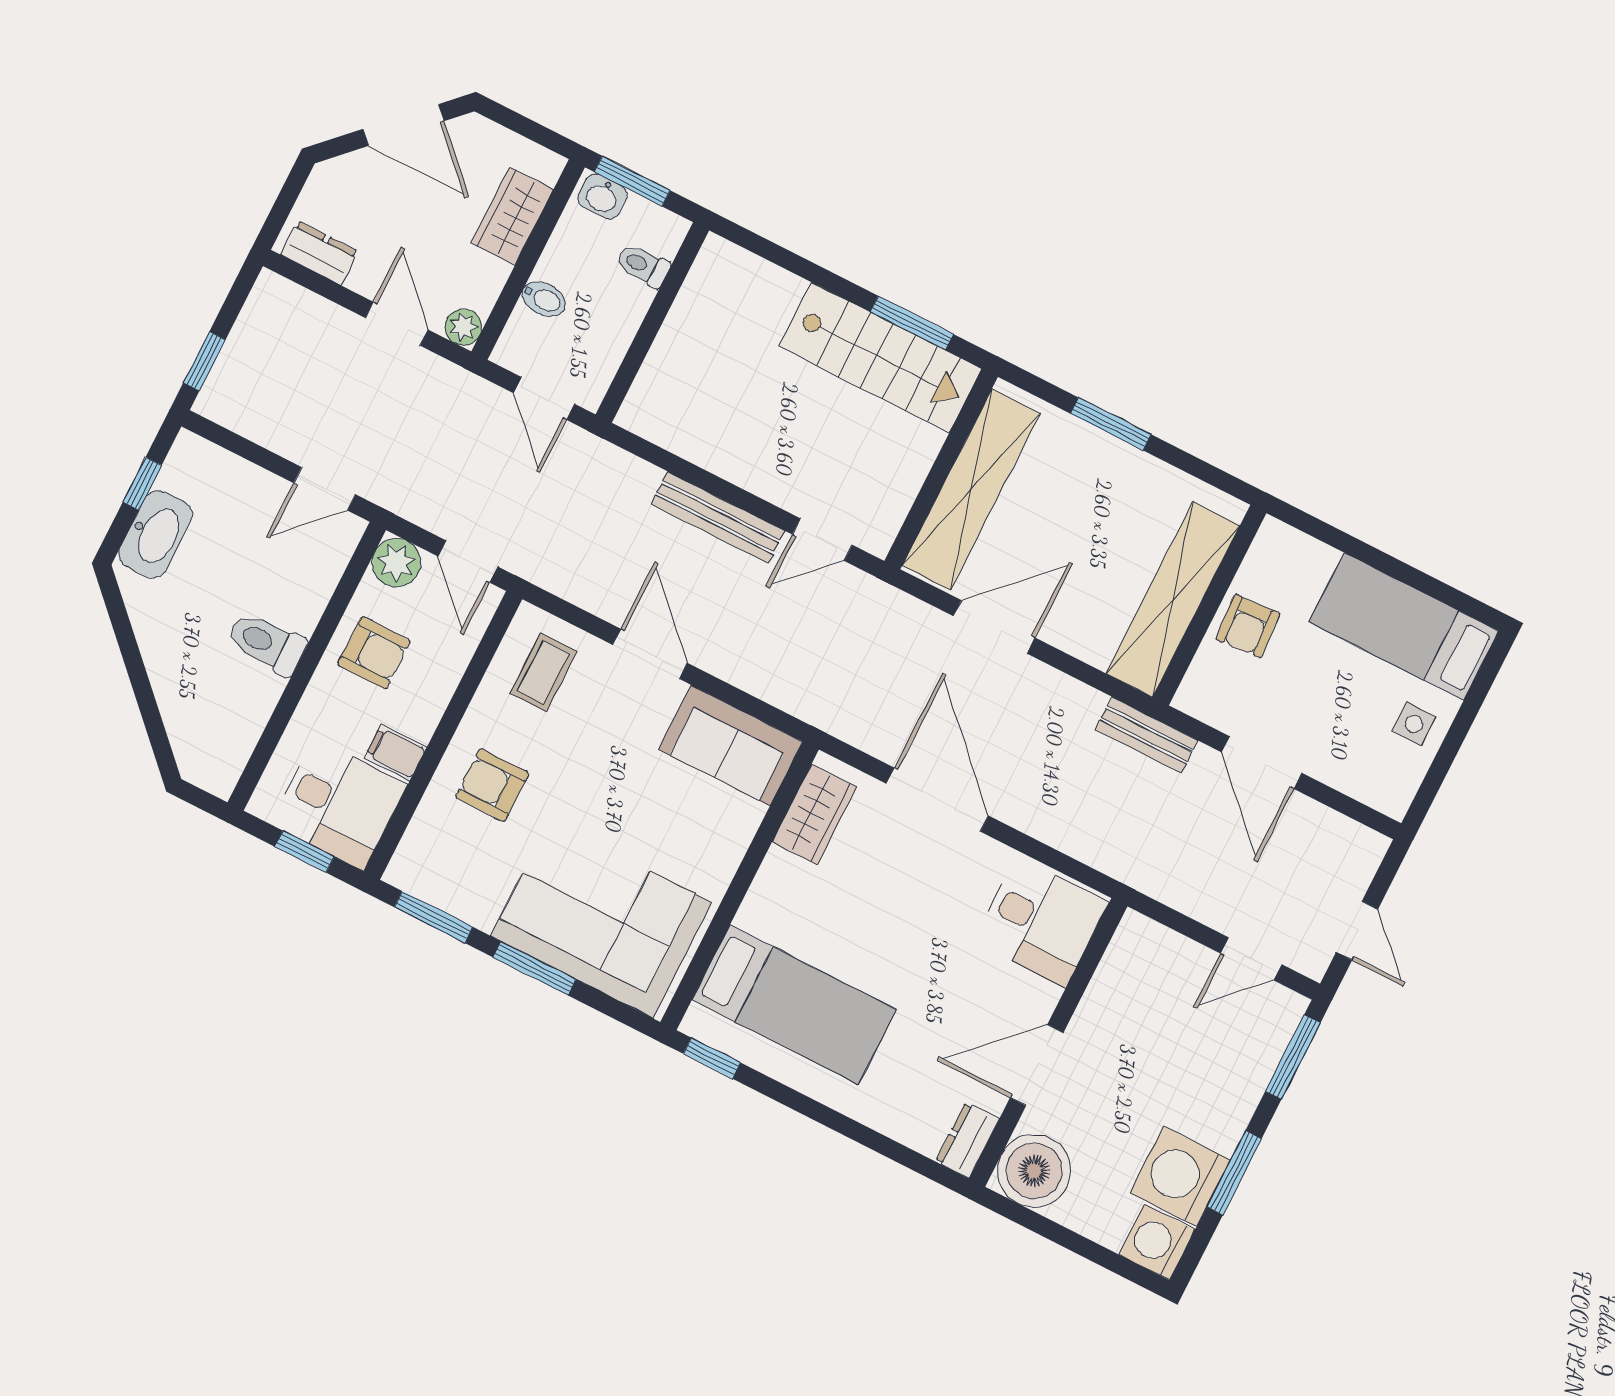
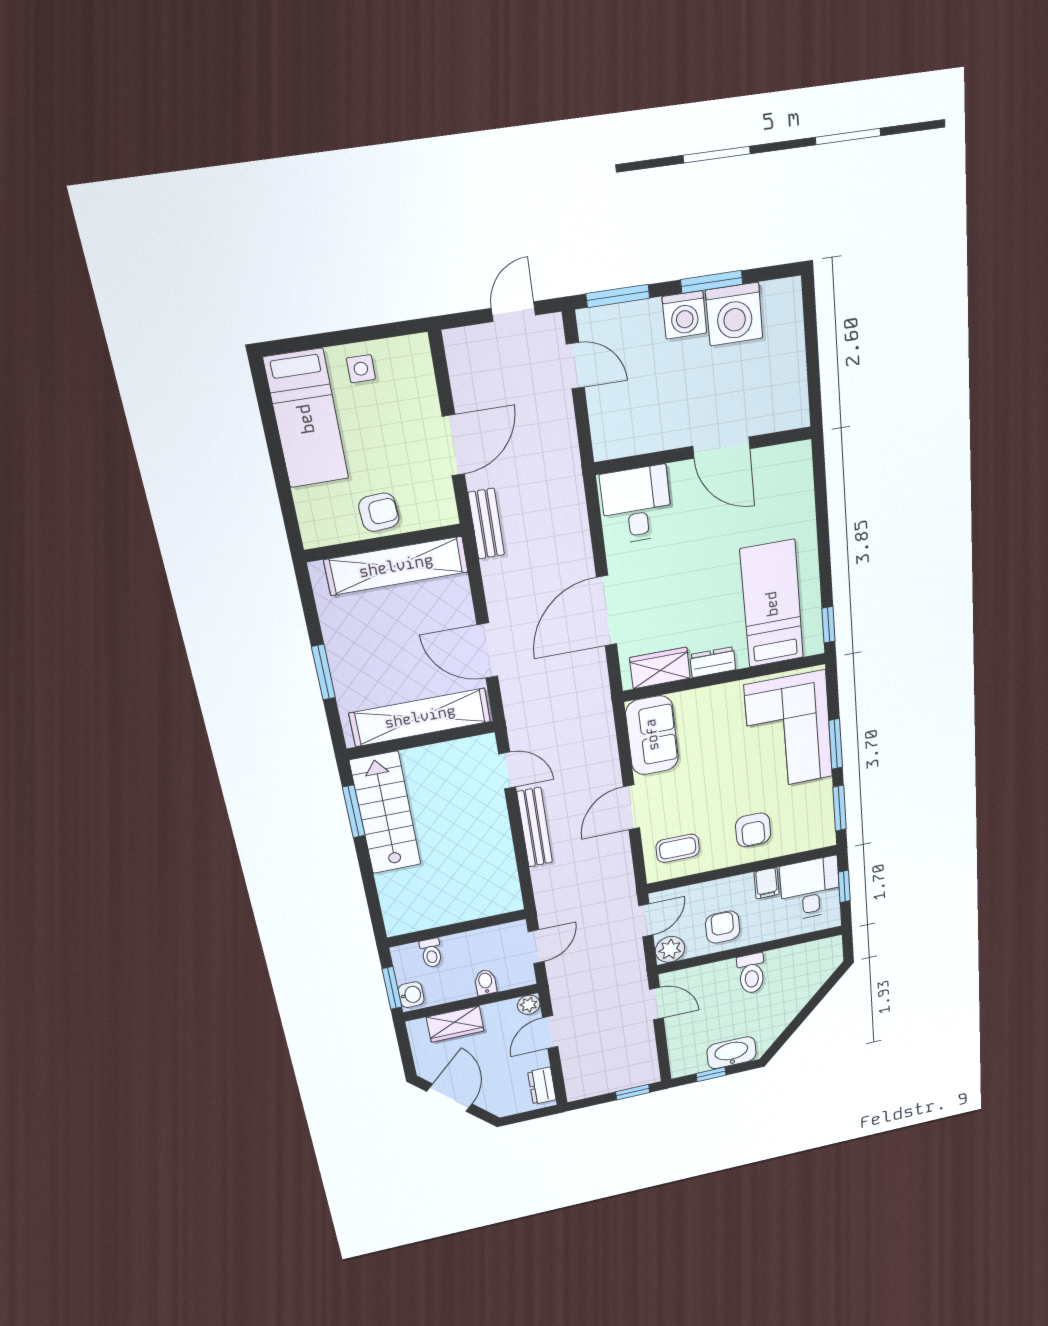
dresser: (967, 1140) -> (713, 662), moved, turned 180
boiler: (1034, 1171) -> (784, 405), removed
washing machine: (1157, 1242) -> (684, 315), moved

